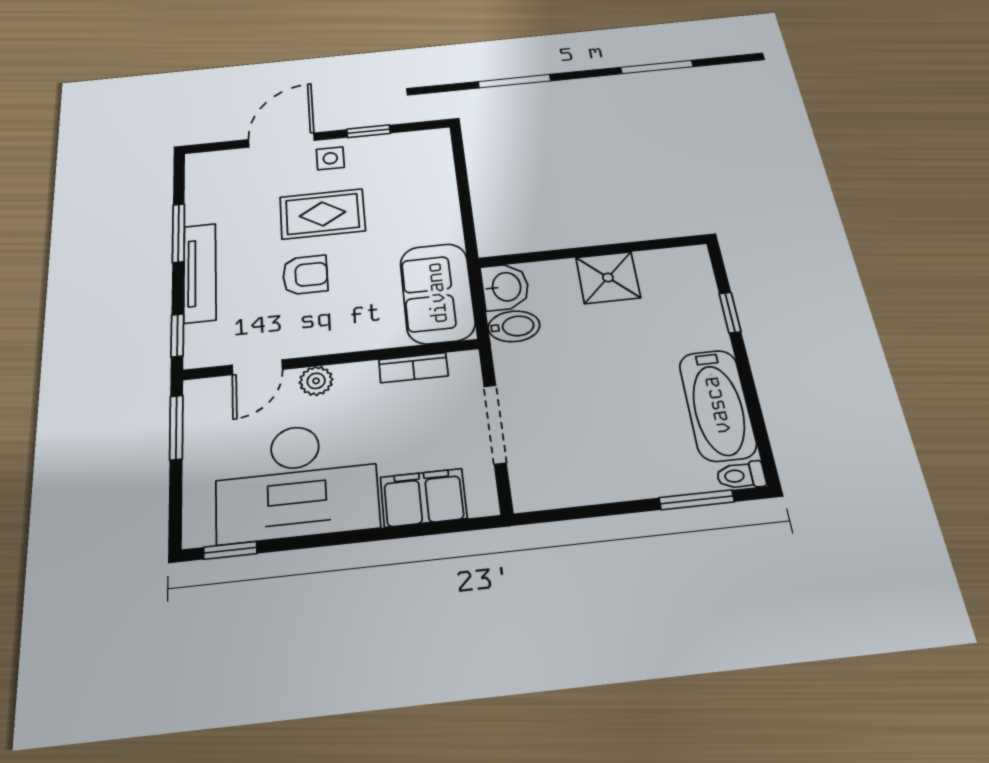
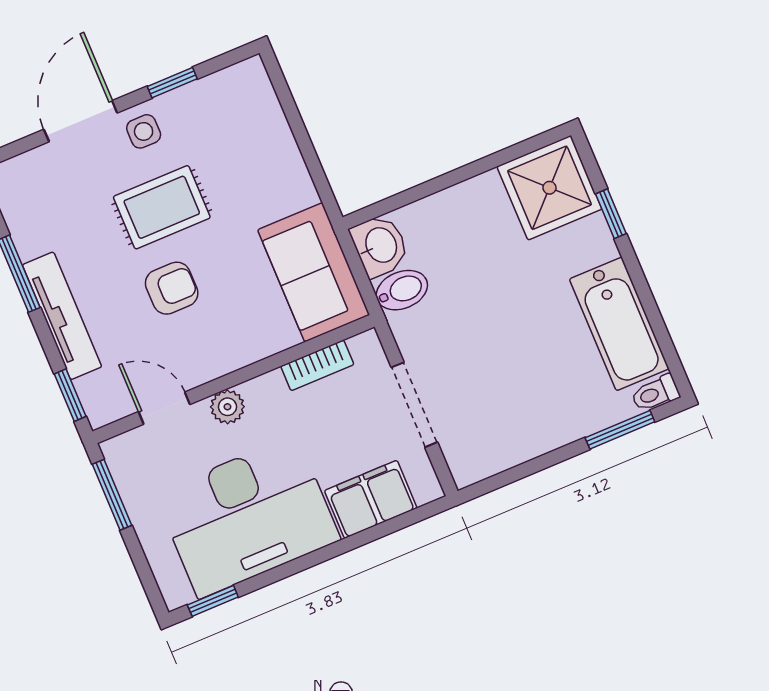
shower: (608, 278) -> (549, 188), moved, width x1.36, depth x1.36
door: (257, 367) -> (164, 408), swing flipped

